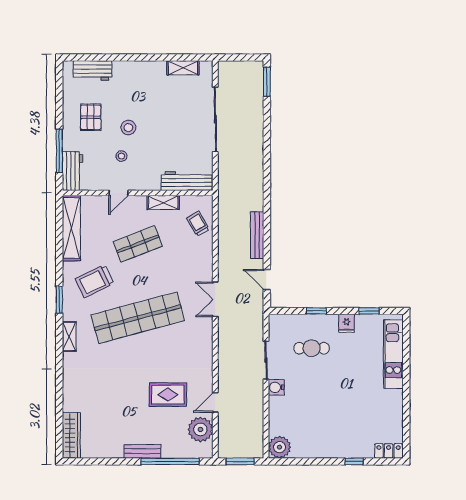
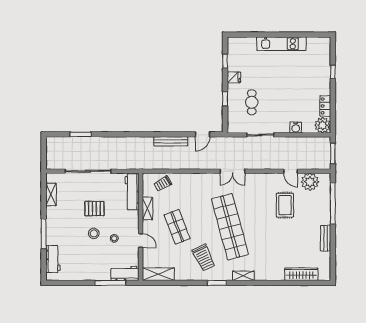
window: (128, 57) -> (44, 234), added
window: (267, 82) -> (81, 134), moved
pallet: (91, 117) -> (94, 209), moved
shelving: (71, 228) -> (158, 274), width x0.68
double door: (215, 299) -> (232, 171), moved
kitchen unit: (393, 354) -> (281, 44), moved
water cooler: (276, 387) -> (296, 128), moved
wardrobe: (71, 435) -> (301, 274), moved
bench: (142, 451) -> (326, 238), moved
locker: (389, 451) -> (325, 106), moved

